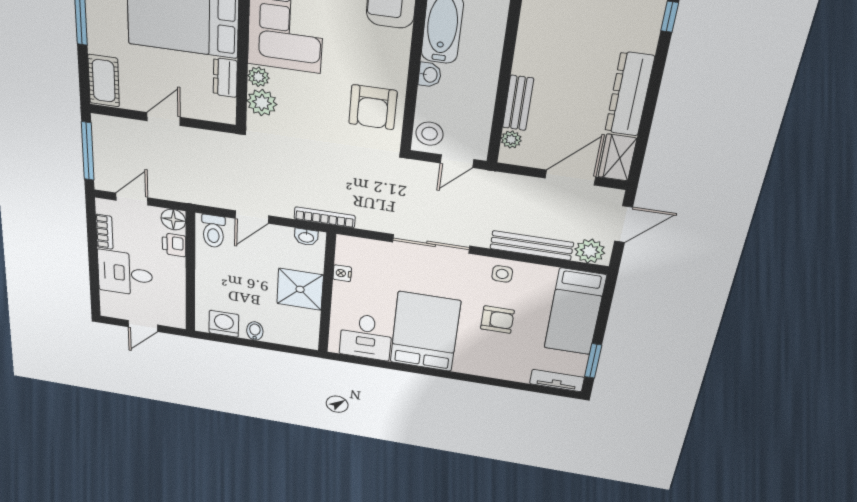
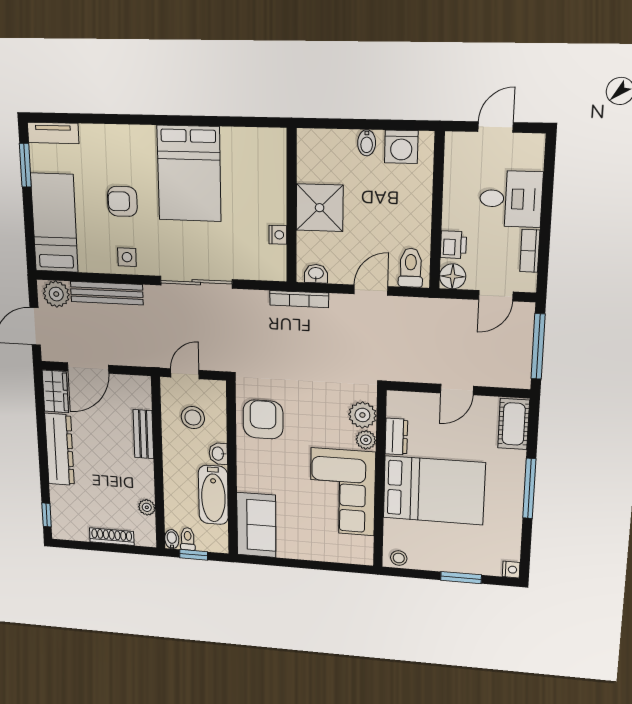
stool: (430, 134) -> (193, 418), moved
plant: (511, 139) -> (147, 507), moved
desk: (366, 337) -> (248, 156), removed

